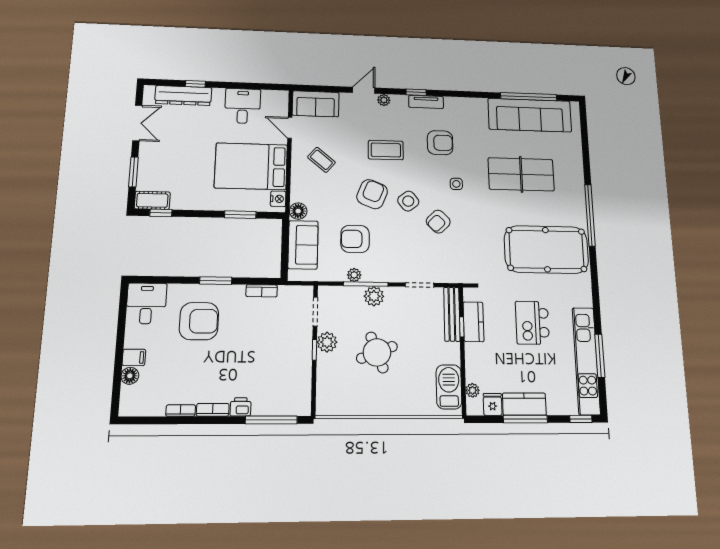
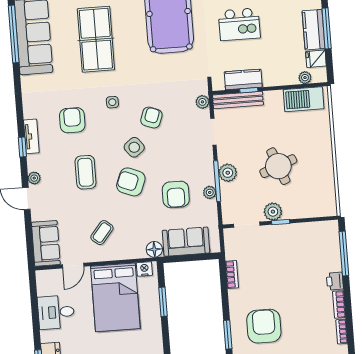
armchair: (438, 222) -> (151, 118), turned -115
plant: (452, 276) -> (202, 102), added
window: (216, 281) -> (228, 335), moved

